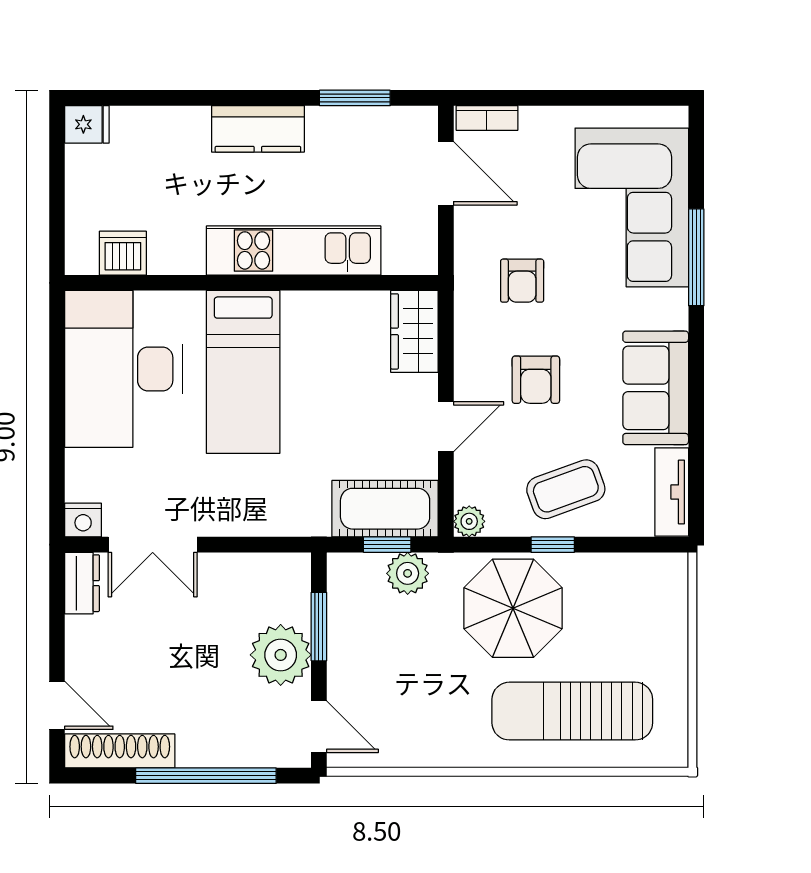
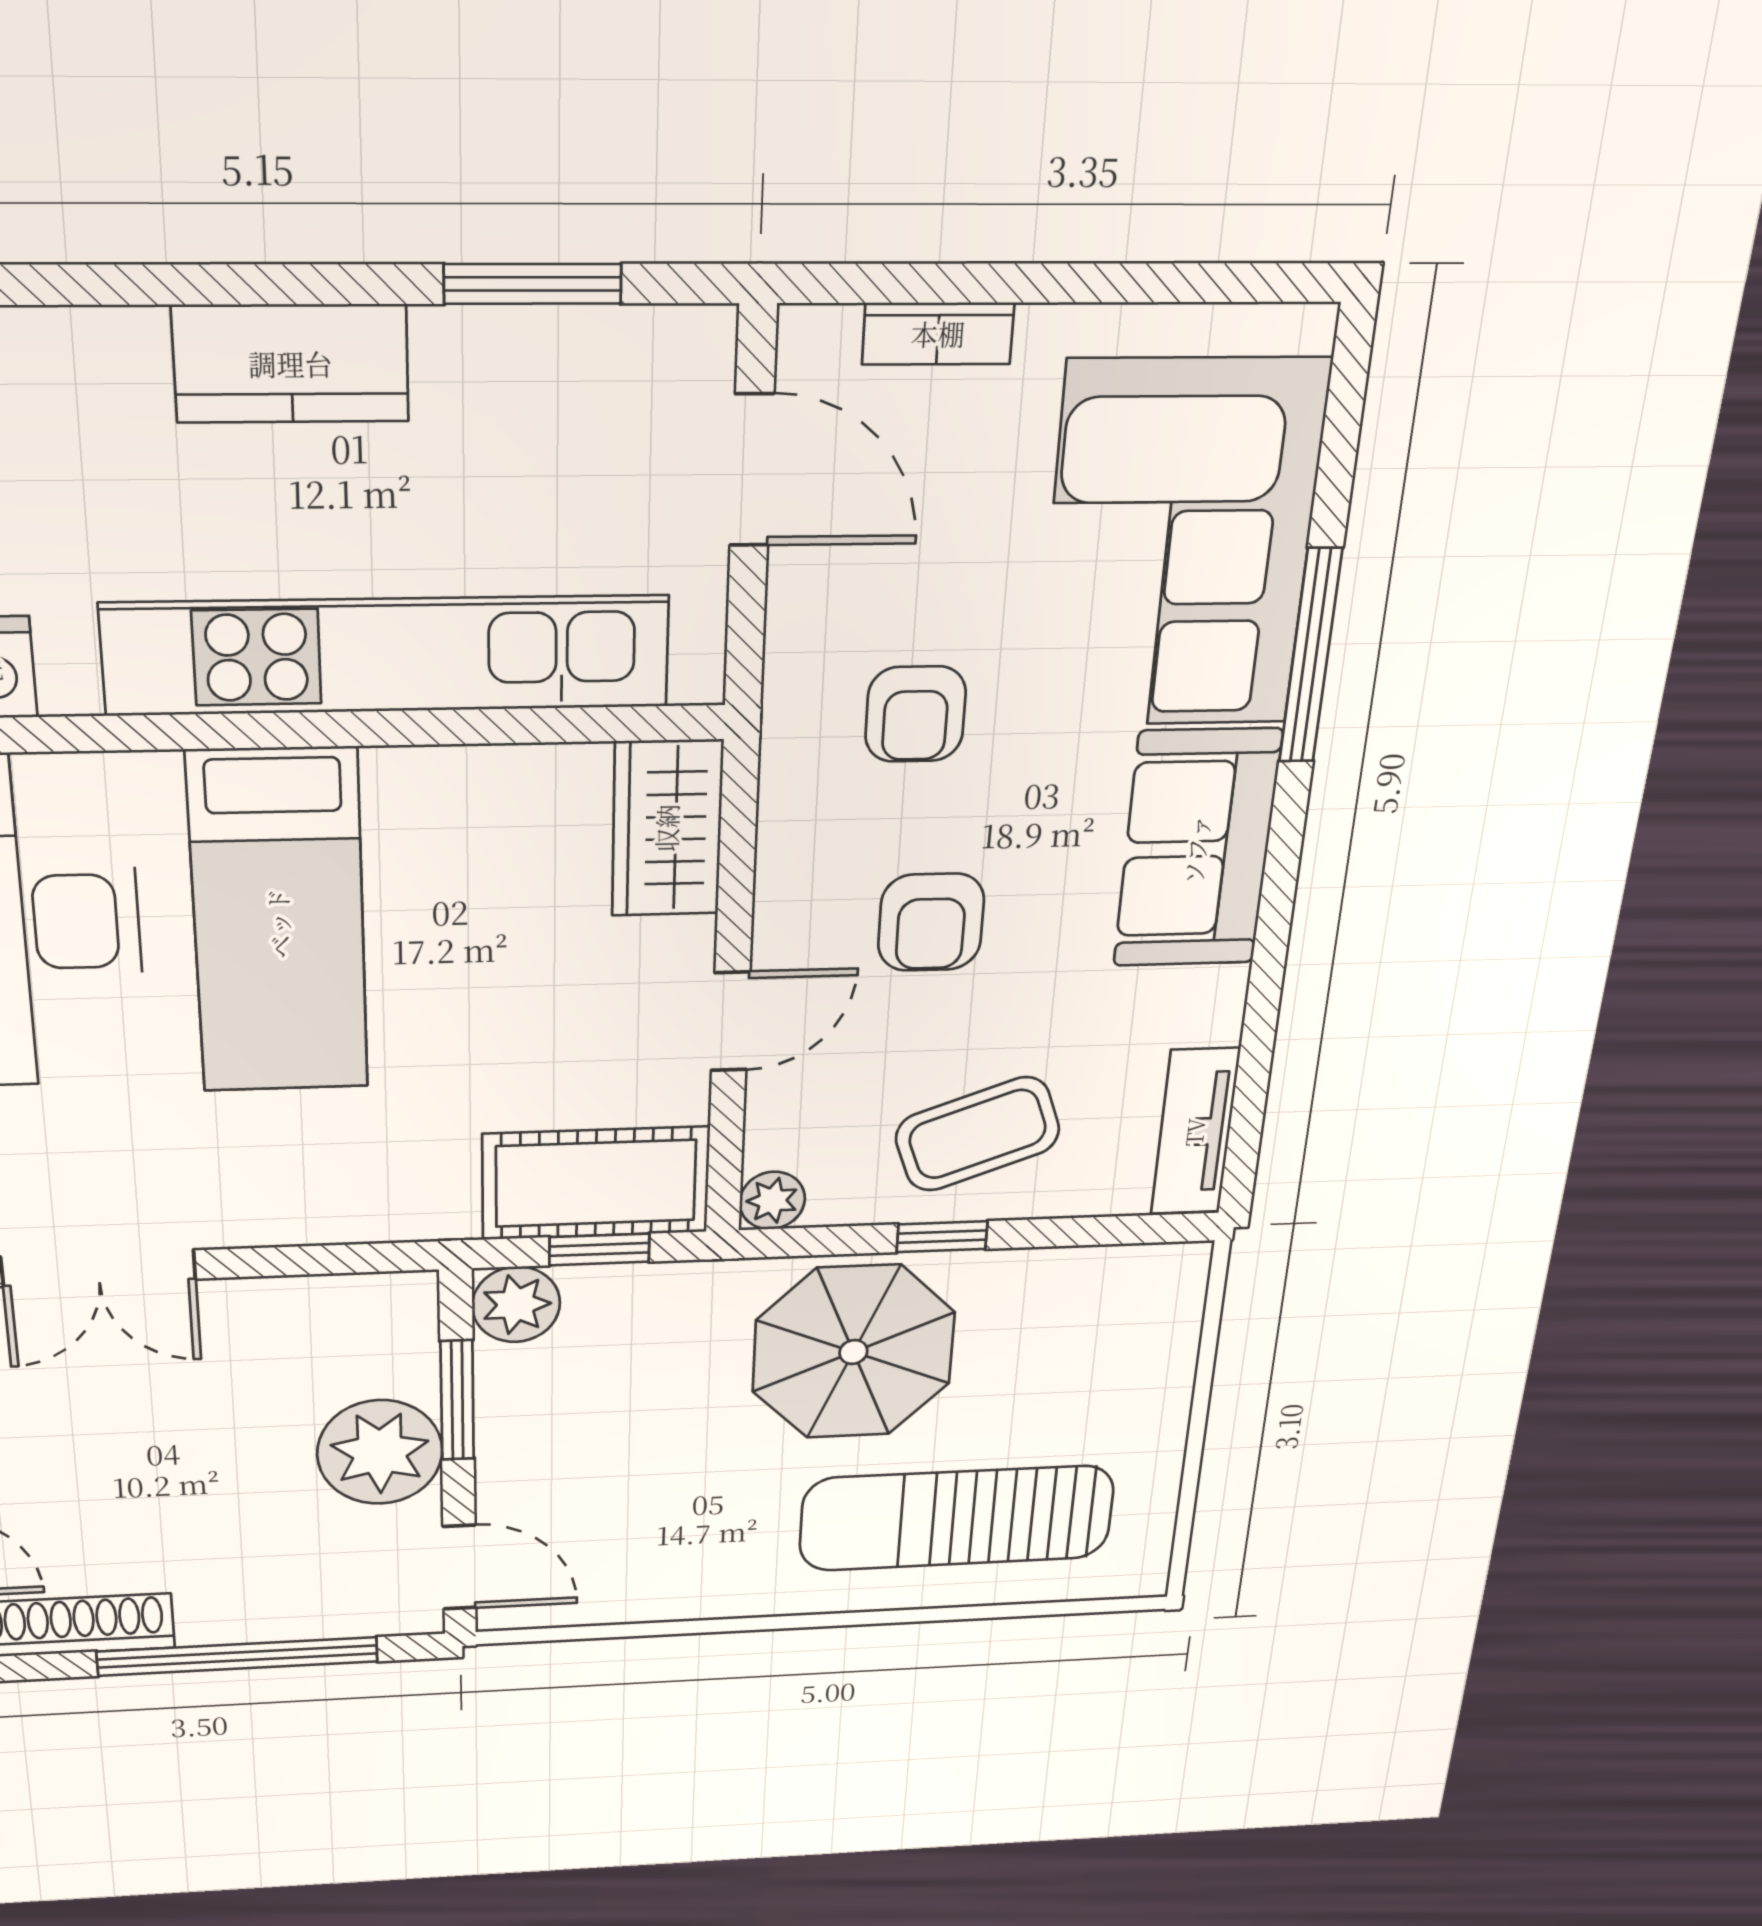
bookcase: (487, 118) -> (938, 334), moved
kitchen unit: (294, 250) -> (387, 655), width x1.36
sofa: (656, 388) -> (1197, 849), moved
plant: (408, 573) -> (516, 1304), moved

